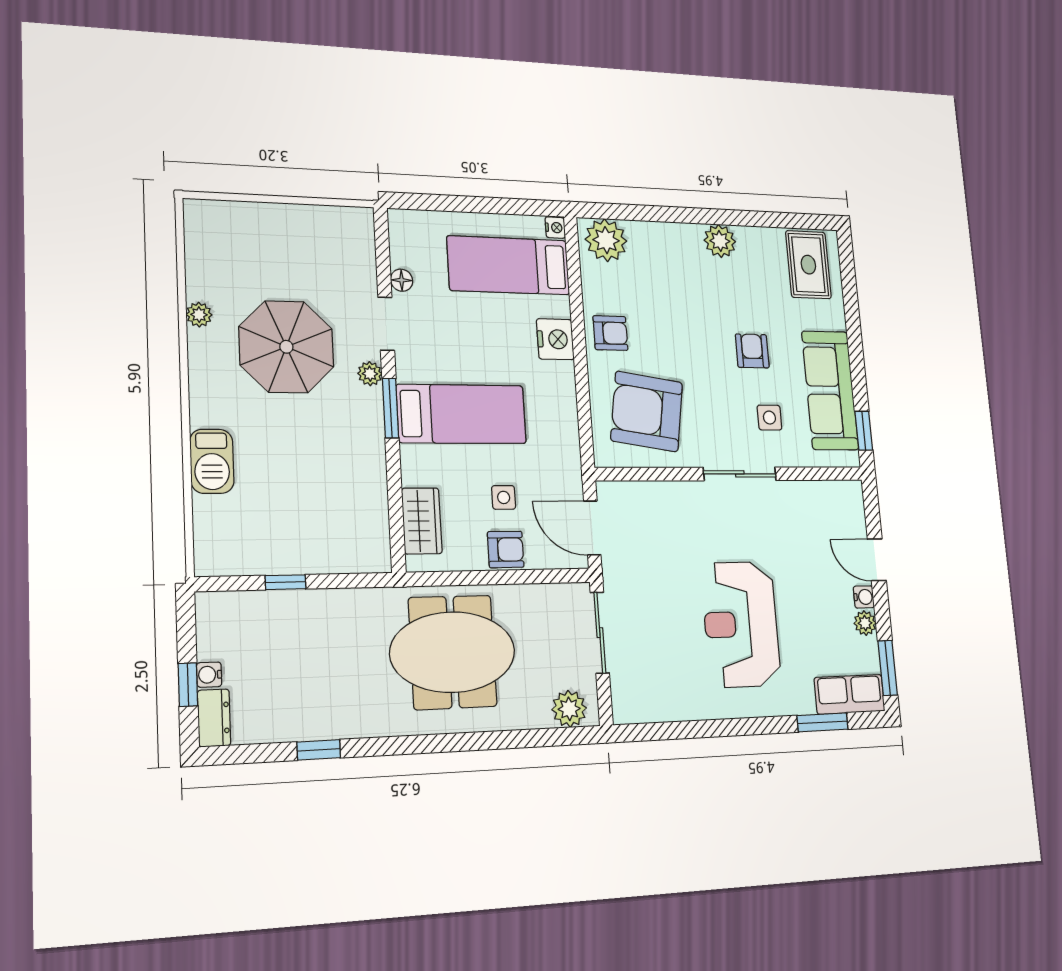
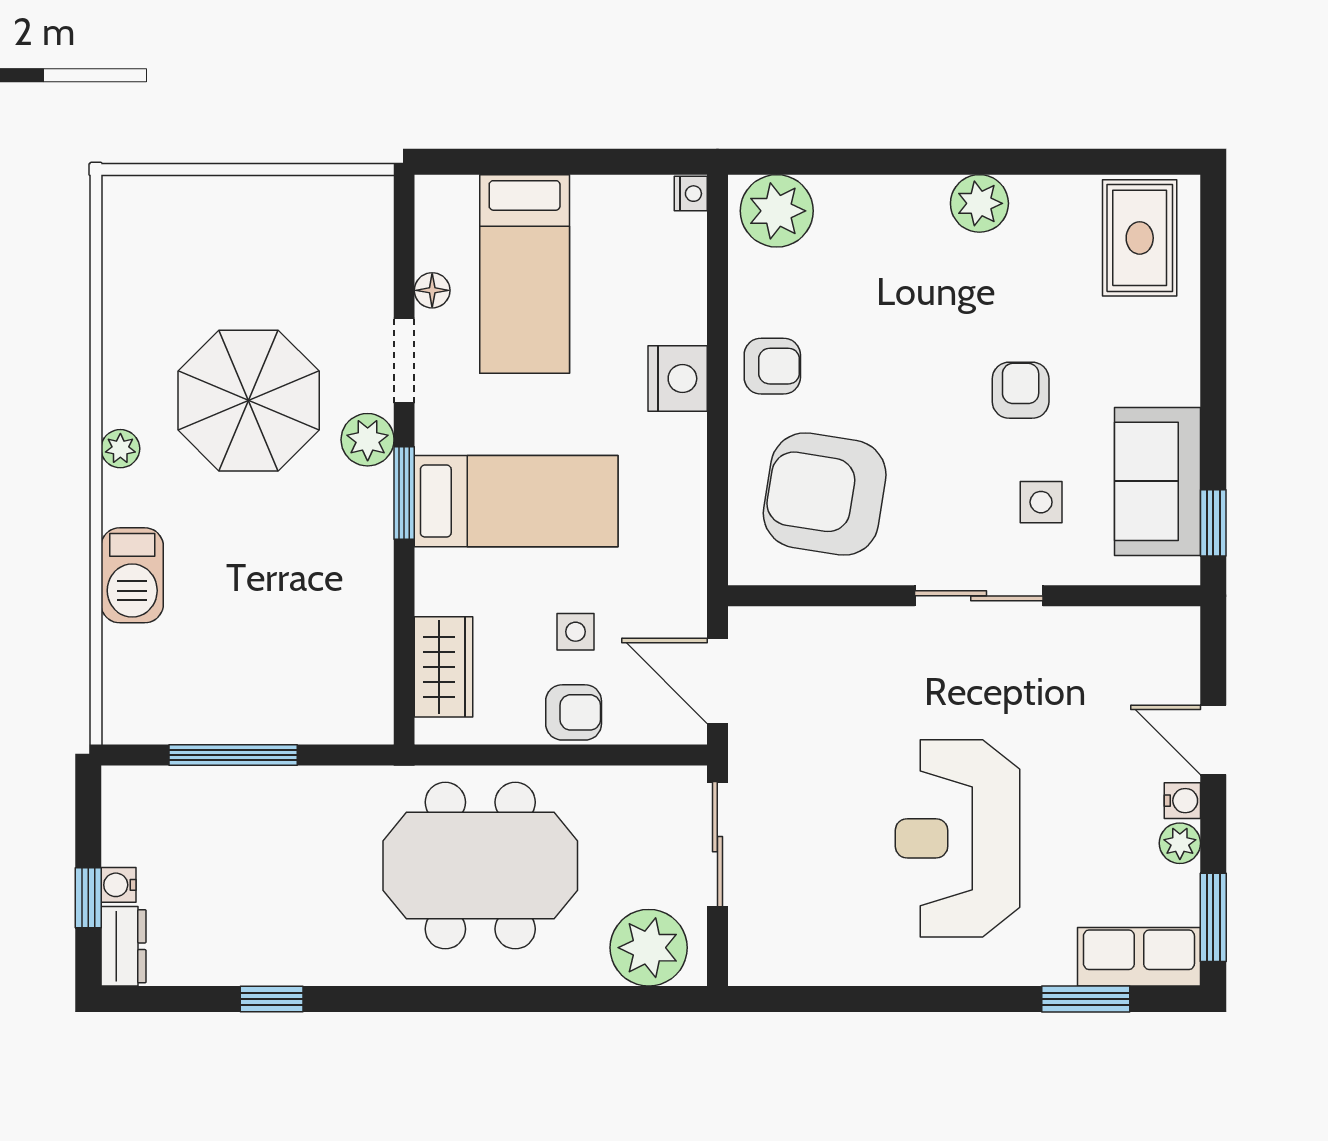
bed: (509, 265) -> (525, 274), moved, turned -90
plant: (199, 315) -> (120, 449), moved
plant: (370, 374) -> (368, 440), width x1.38, depth x1.38
sofa: (830, 390) -> (1157, 481), width x0.73
window: (285, 582) -> (233, 755), width x2.17
plant: (569, 709) -> (649, 948), width x1.36, depth x1.36

